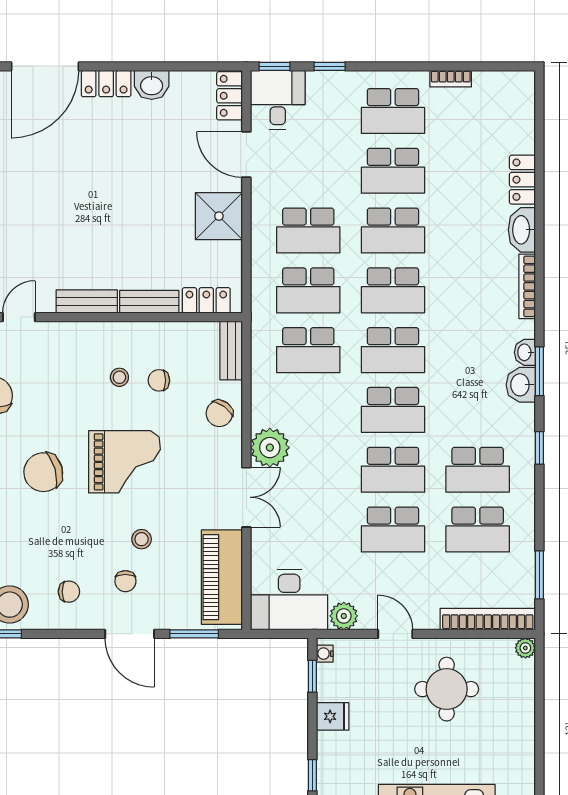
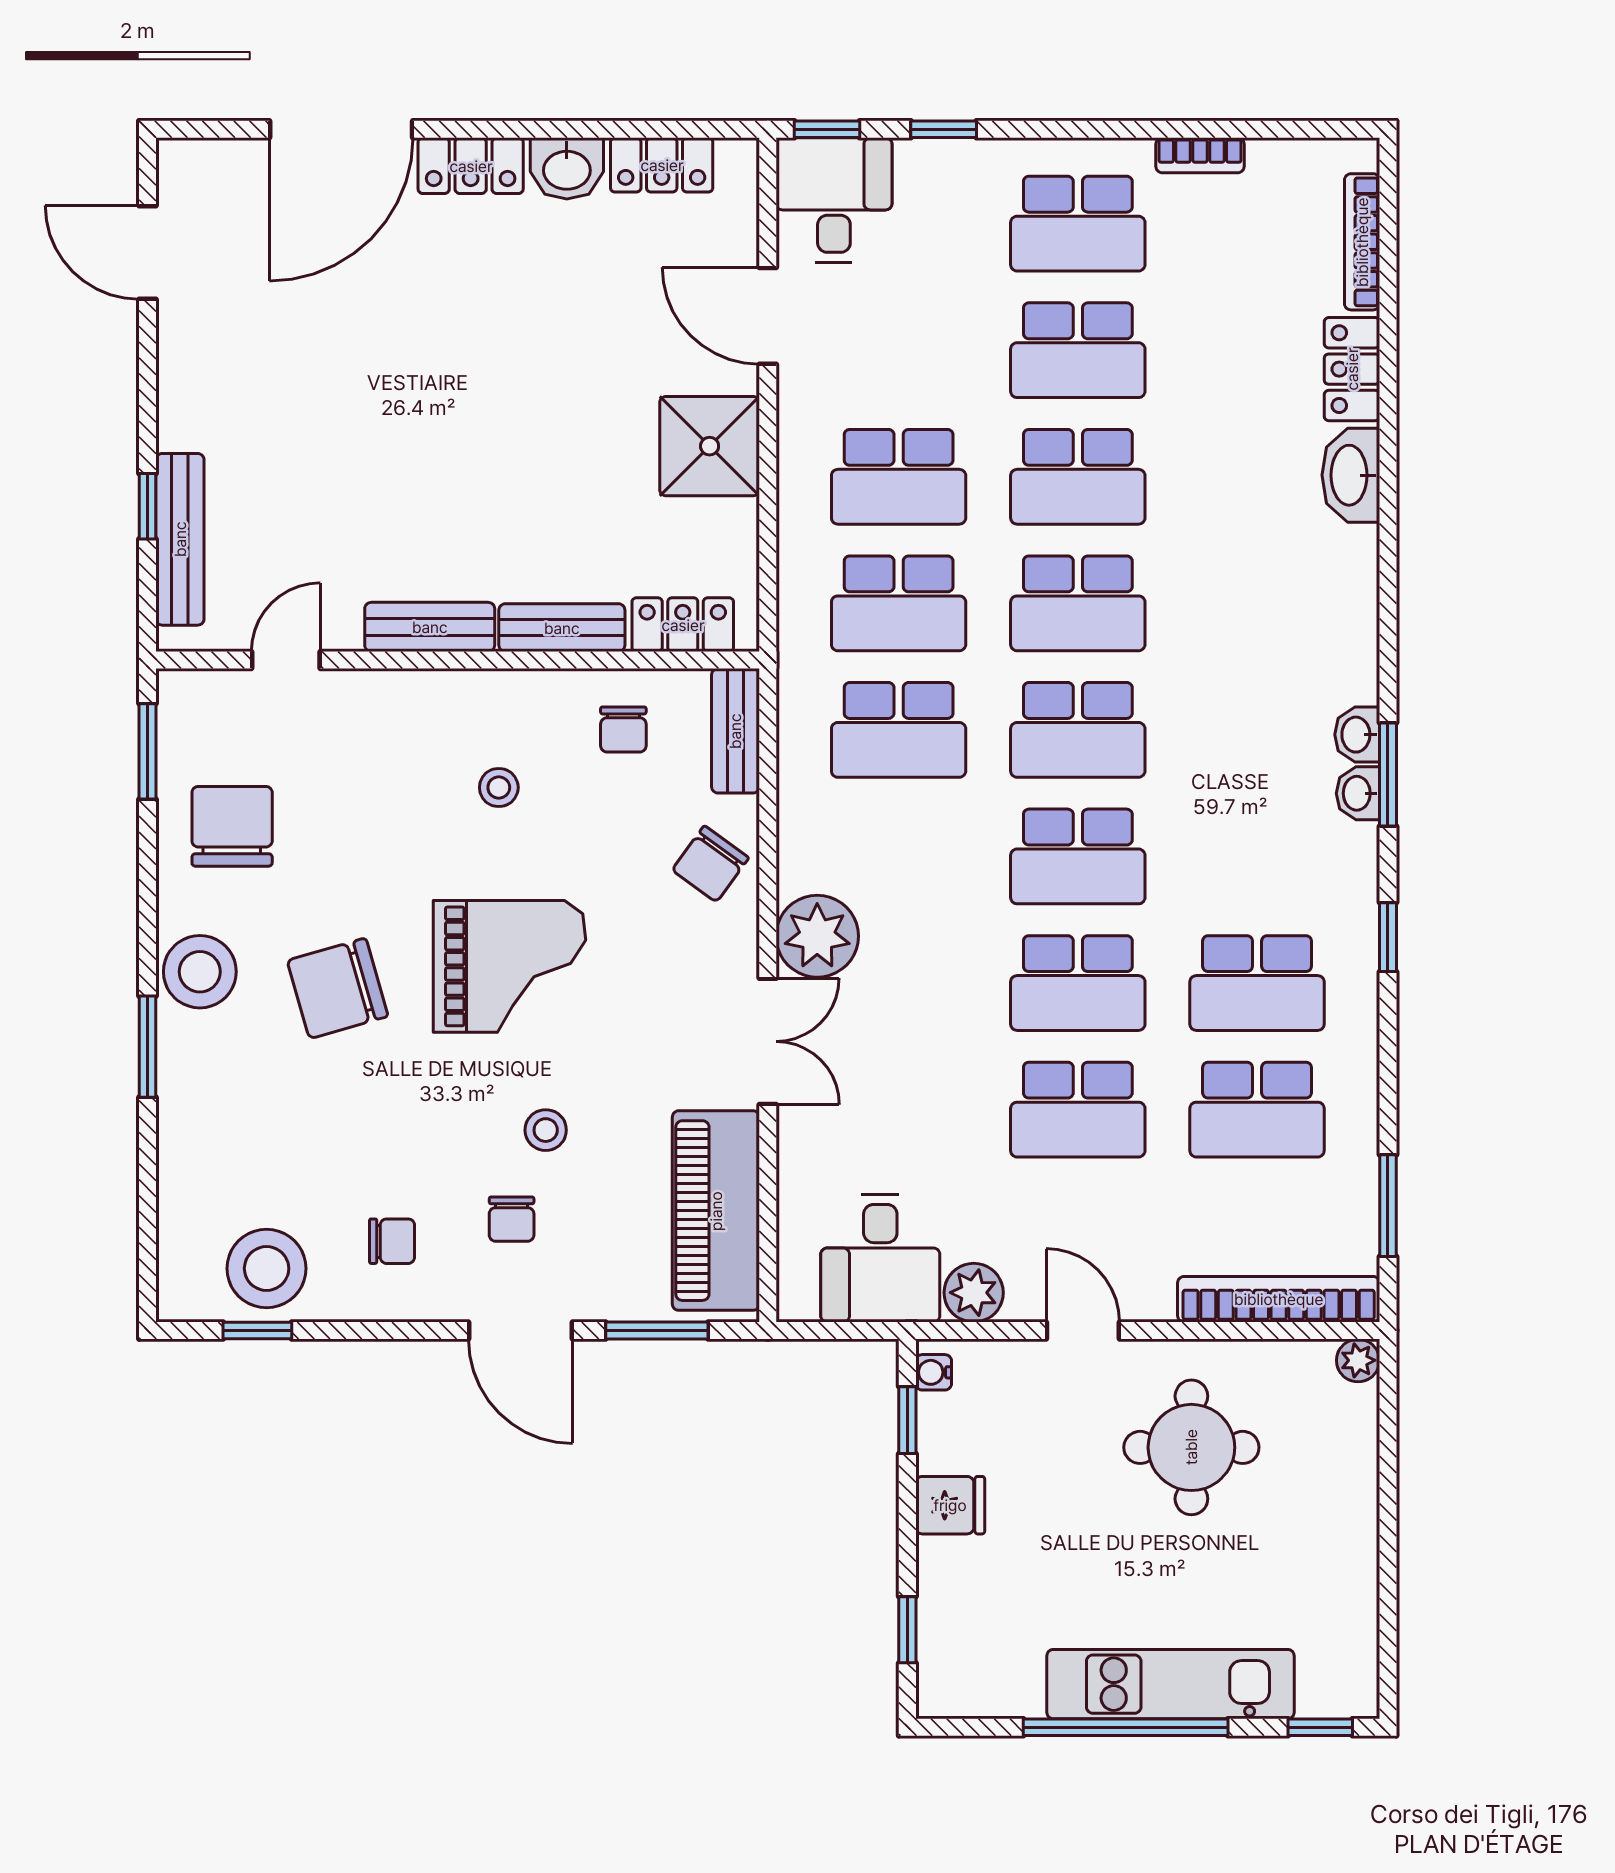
locker: (230, 96) -> (662, 165), moved, turned -90
bookcase: (527, 286) -> (1362, 242), moved
chair: (159, 380) -> (623, 729), moved, turned -90
washbasin: (521, 385) -> (1358, 793), width x0.72, depth x0.69
desk: (289, 600) -> (880, 1258), width x0.73

